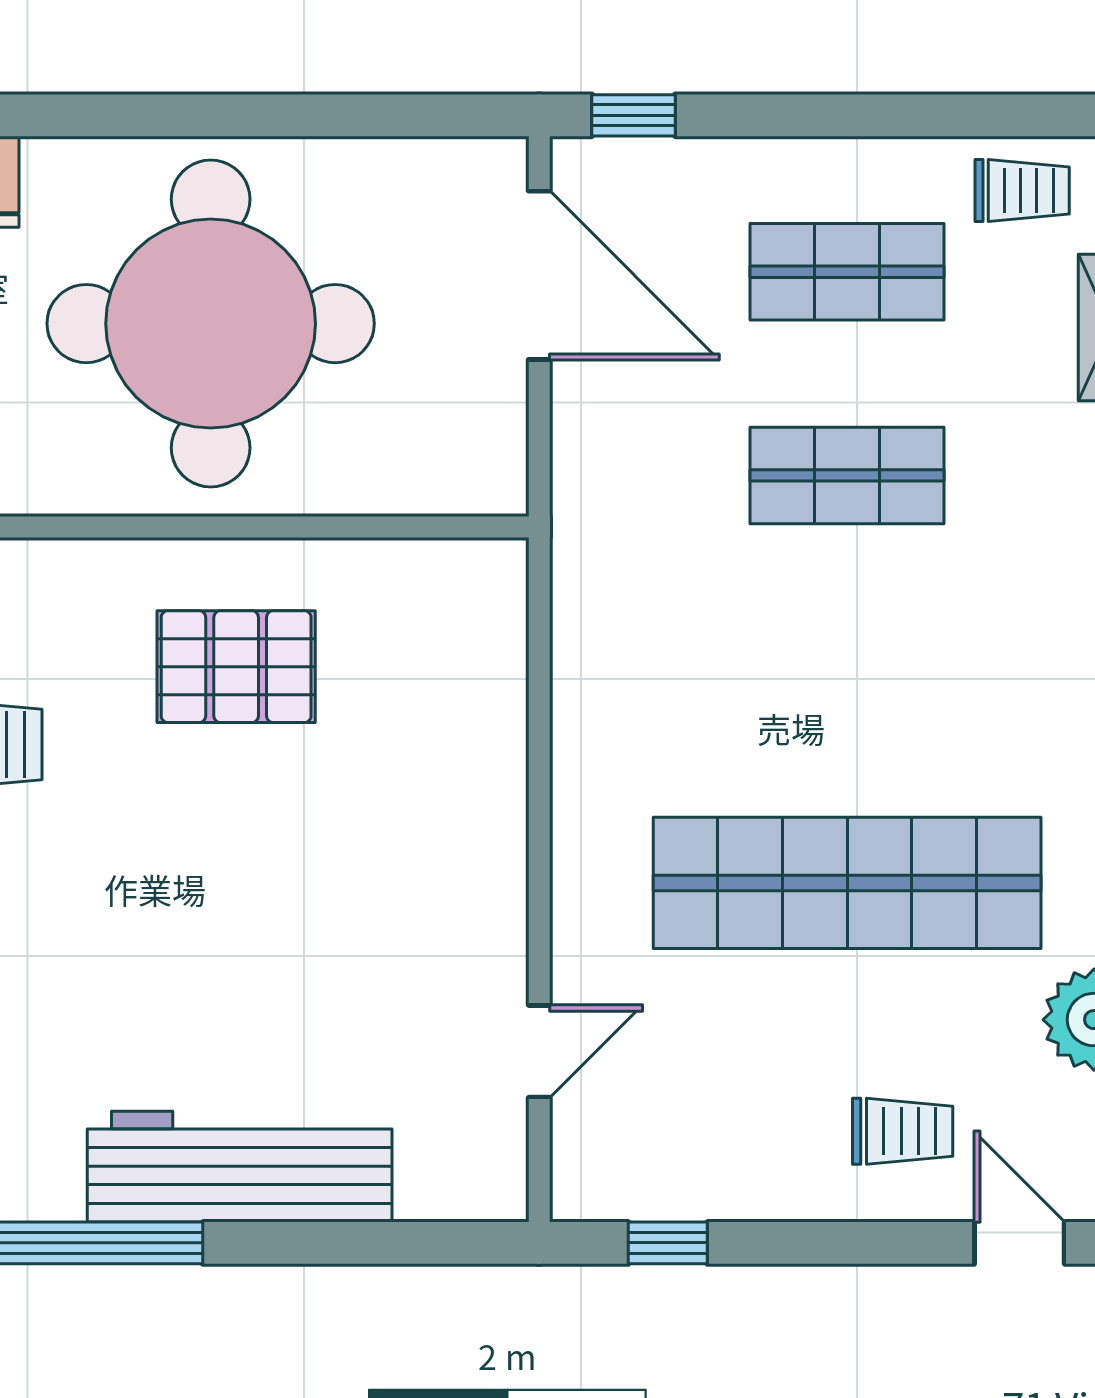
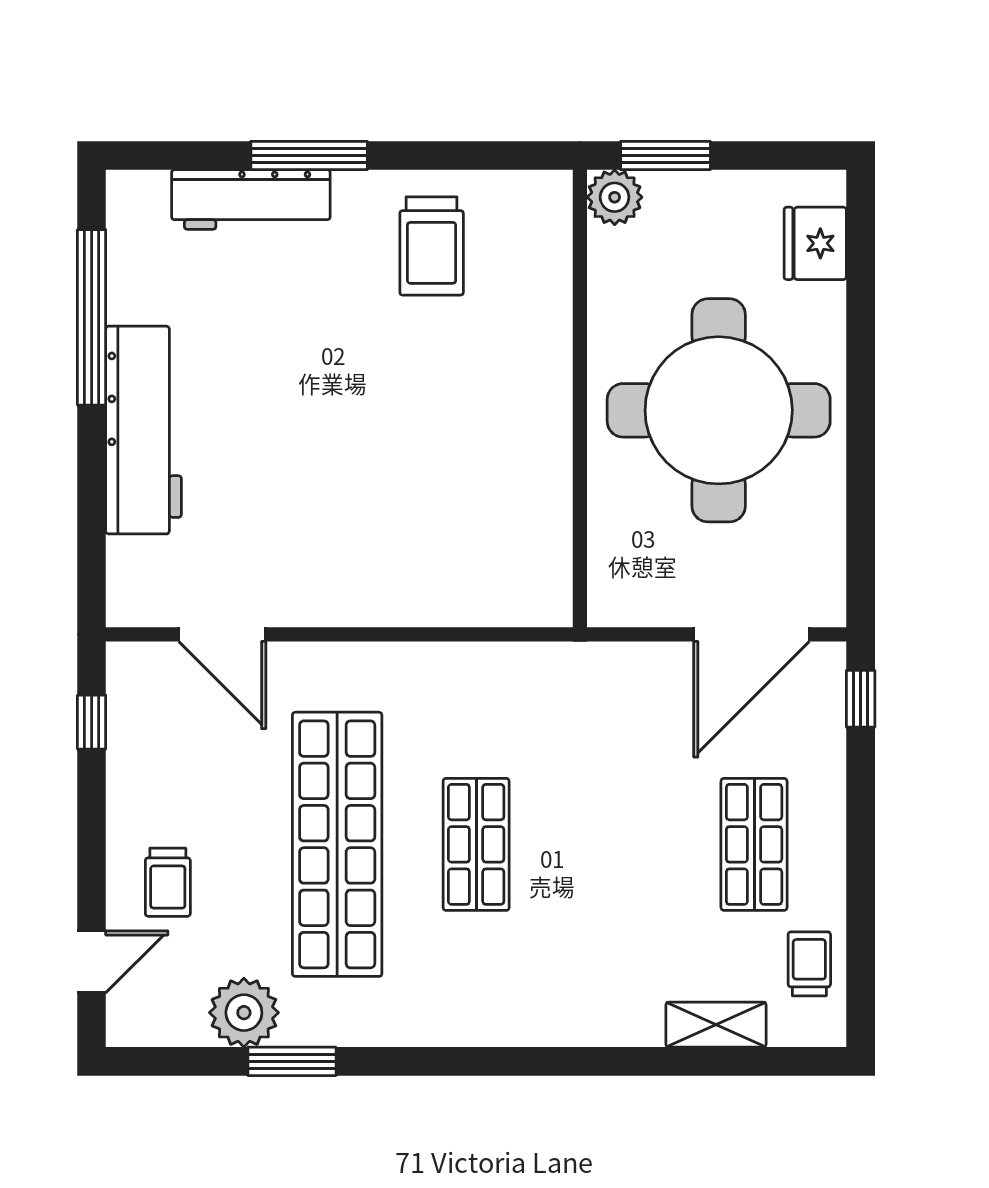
trolley: (1022, 191) -> (809, 964), turned 180
shop shelf: (847, 475) -> (476, 844), moved
pallet: (236, 667) -> (485, 428), removed
door: (539, 1051) -> (222, 634), width x1.38

